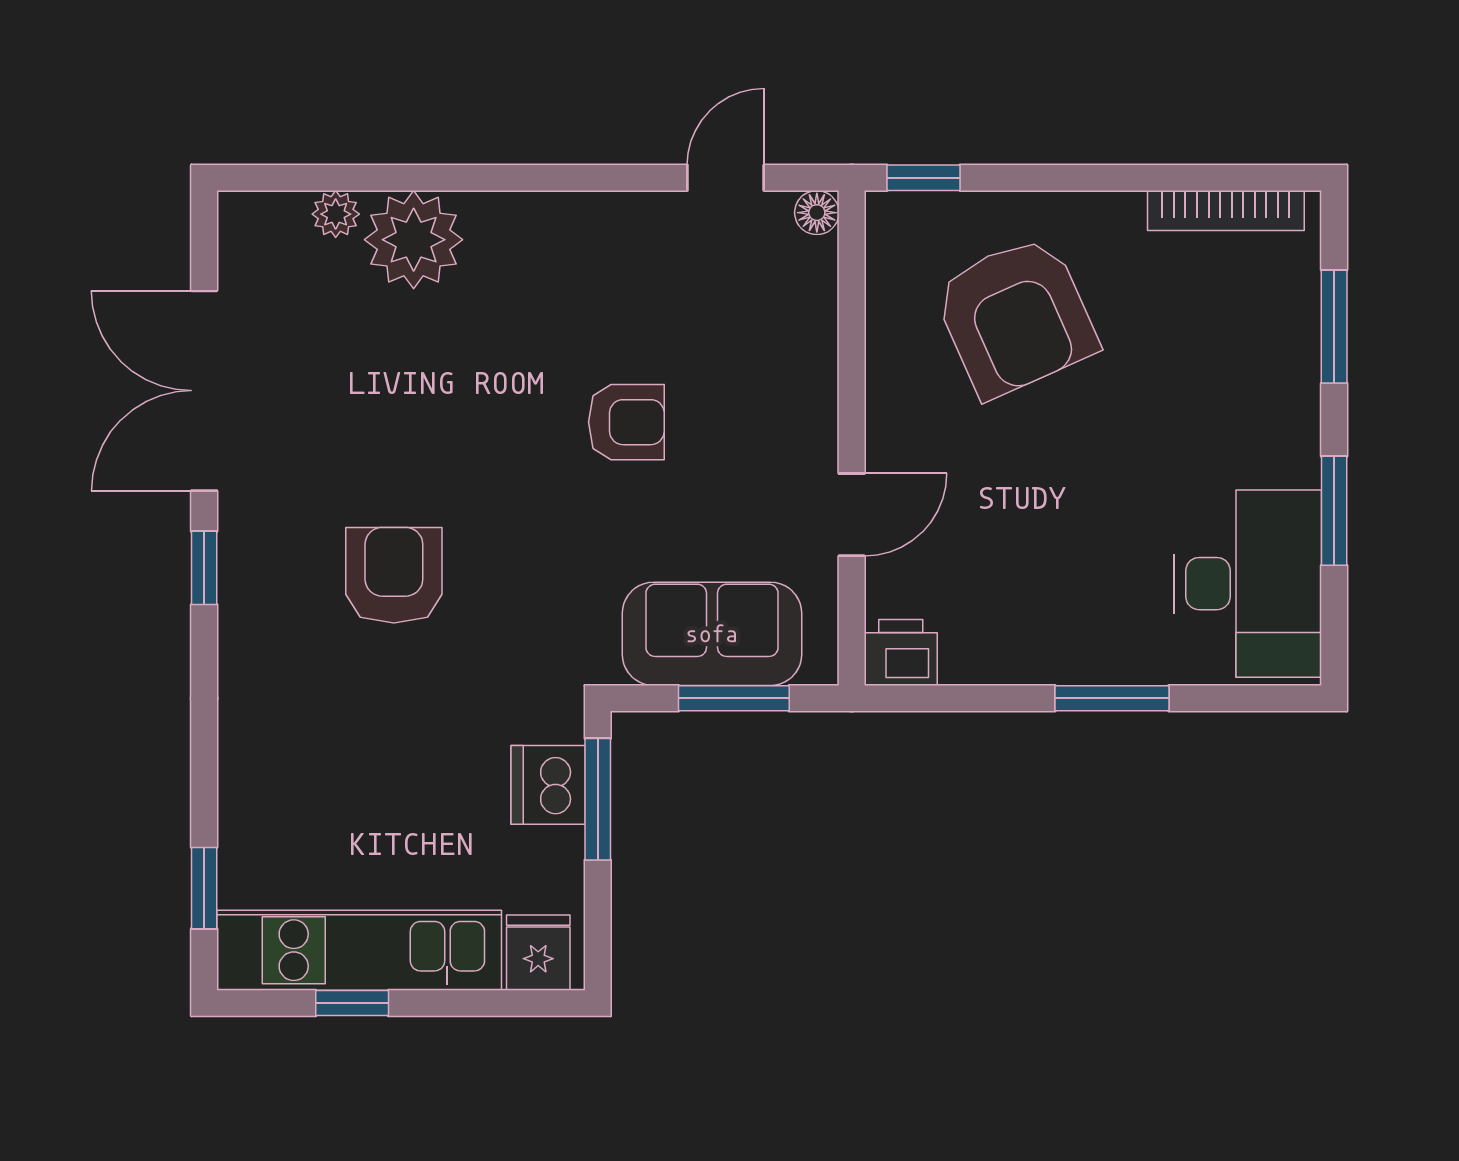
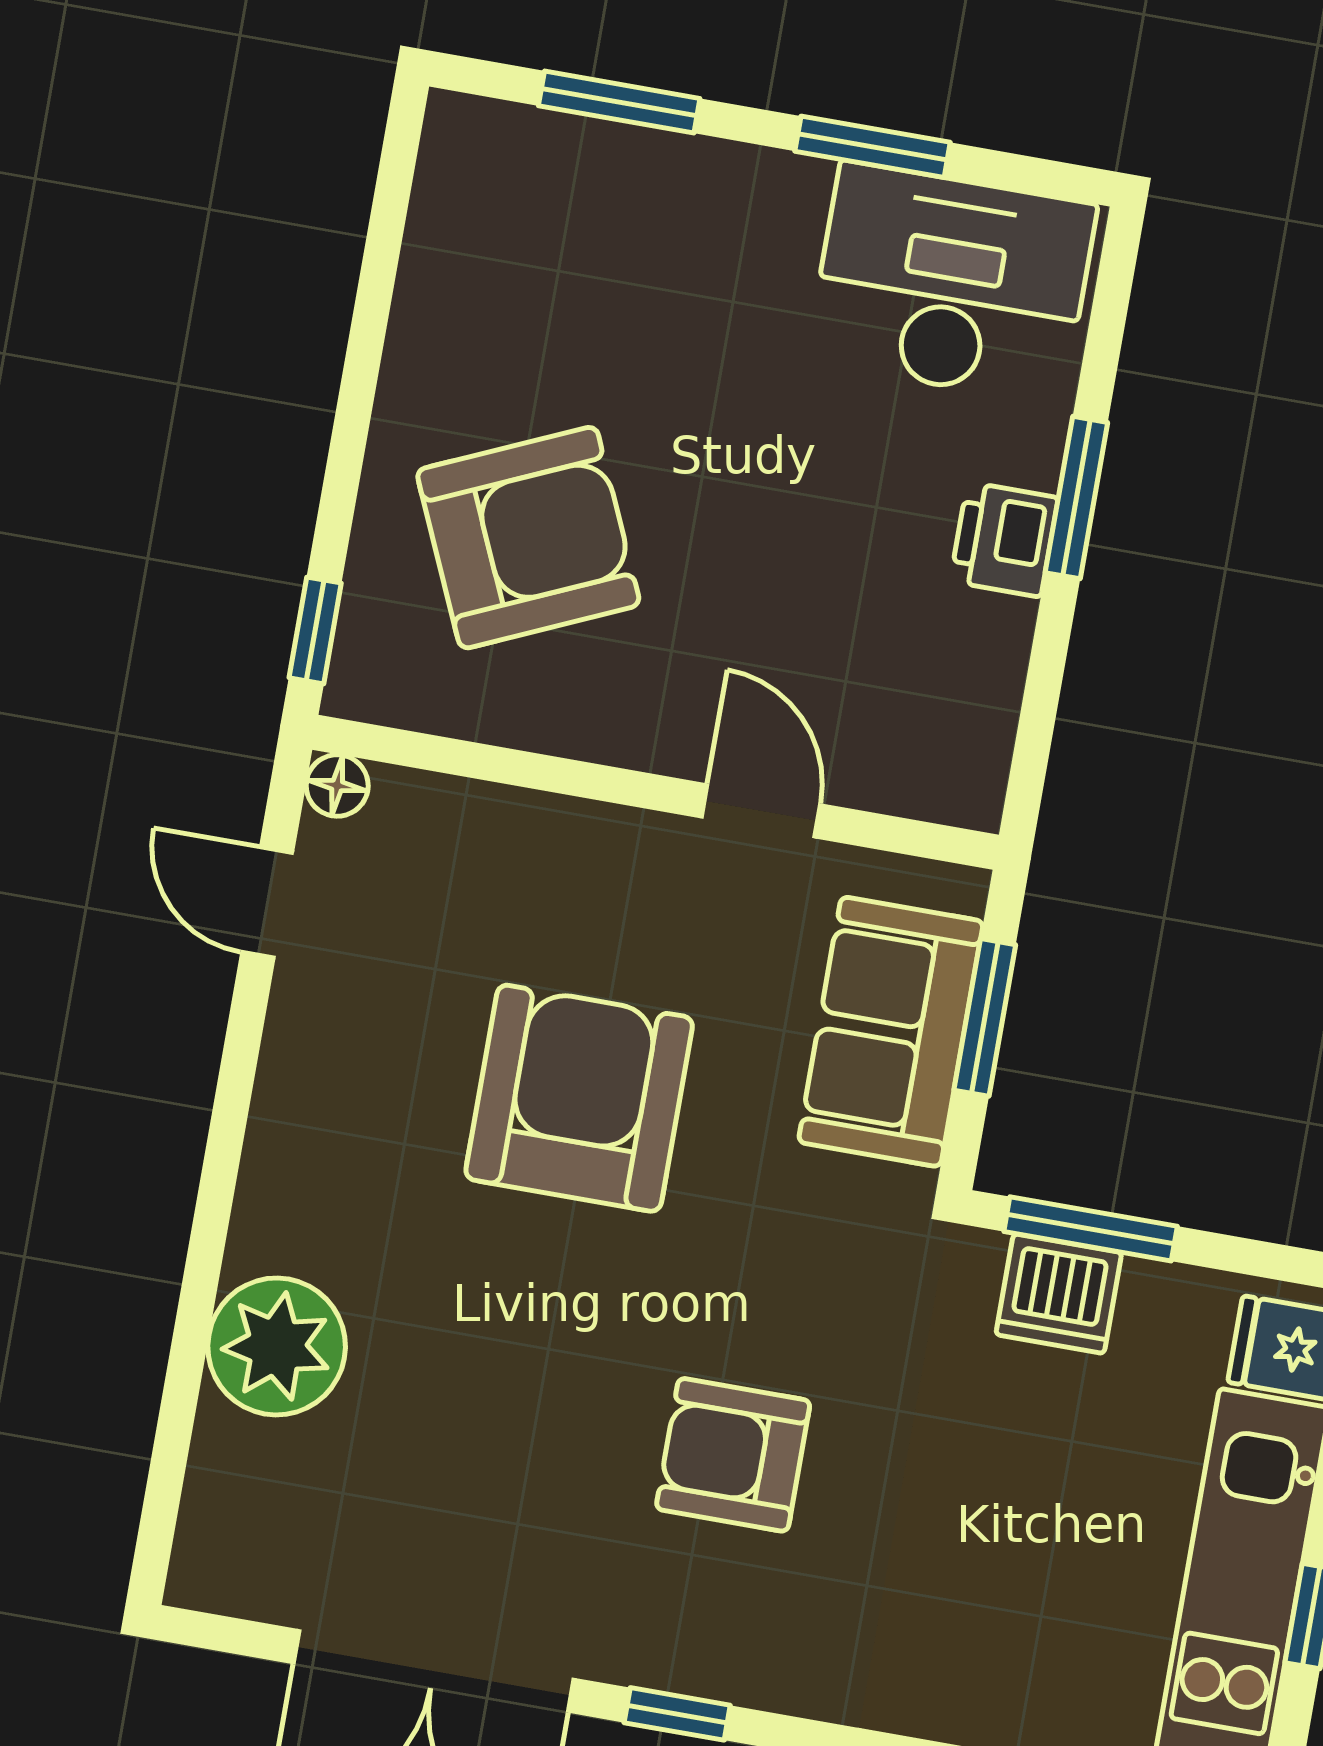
bookcase: (1226, 210) -> (433, 223), removed
plant: (336, 214) -> (223, 1447), removed
armchair: (626, 422) -> (579, 1098), width x1.88, depth x1.88
printer: (901, 653) -> (1004, 539), moved

